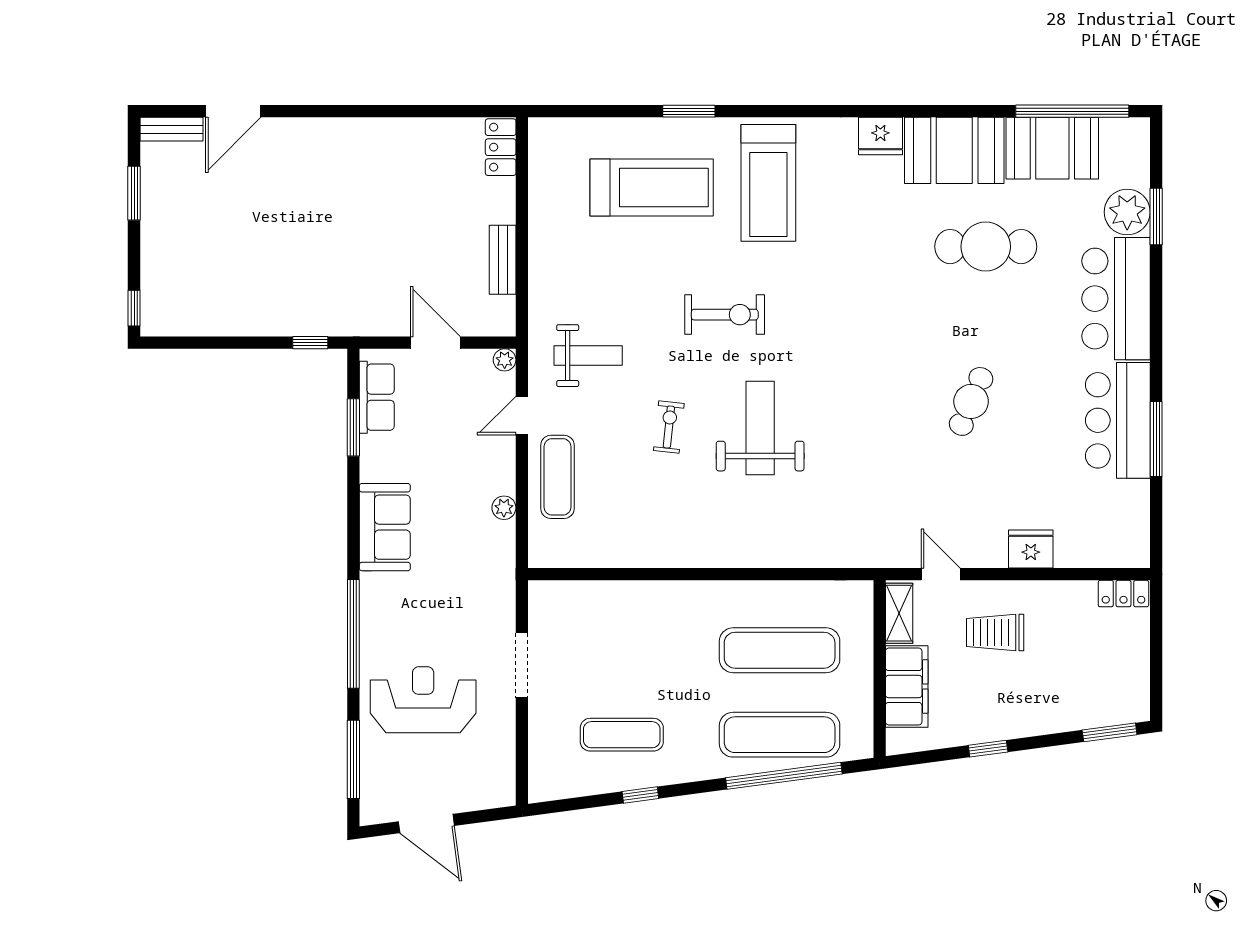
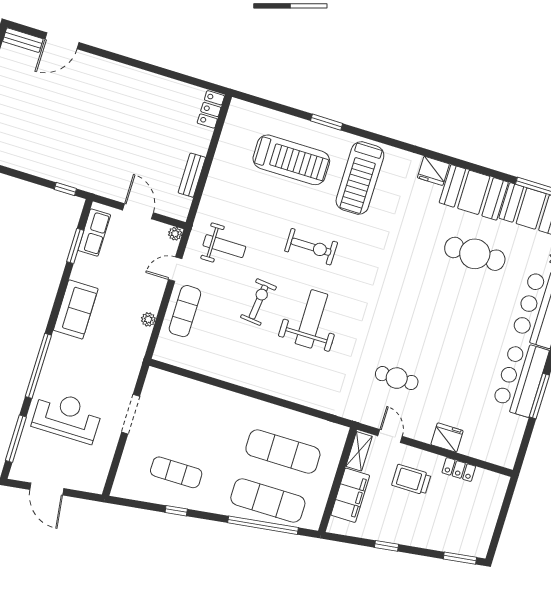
cafe table: (971, 401) -> (397, 378), moved, turned 67
exercise bike: (669, 427) -> (259, 302), width x1.38, depth x1.39
locker: (1123, 594) -> (459, 470), moved

